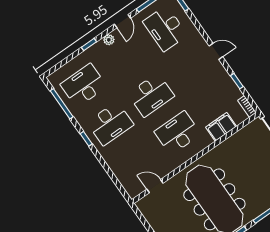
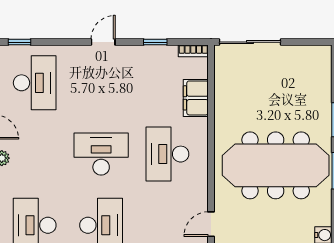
desk: (165, 28) -> (35, 83), turned -90
desk: (151, 95) -> (101, 154), turned -90

